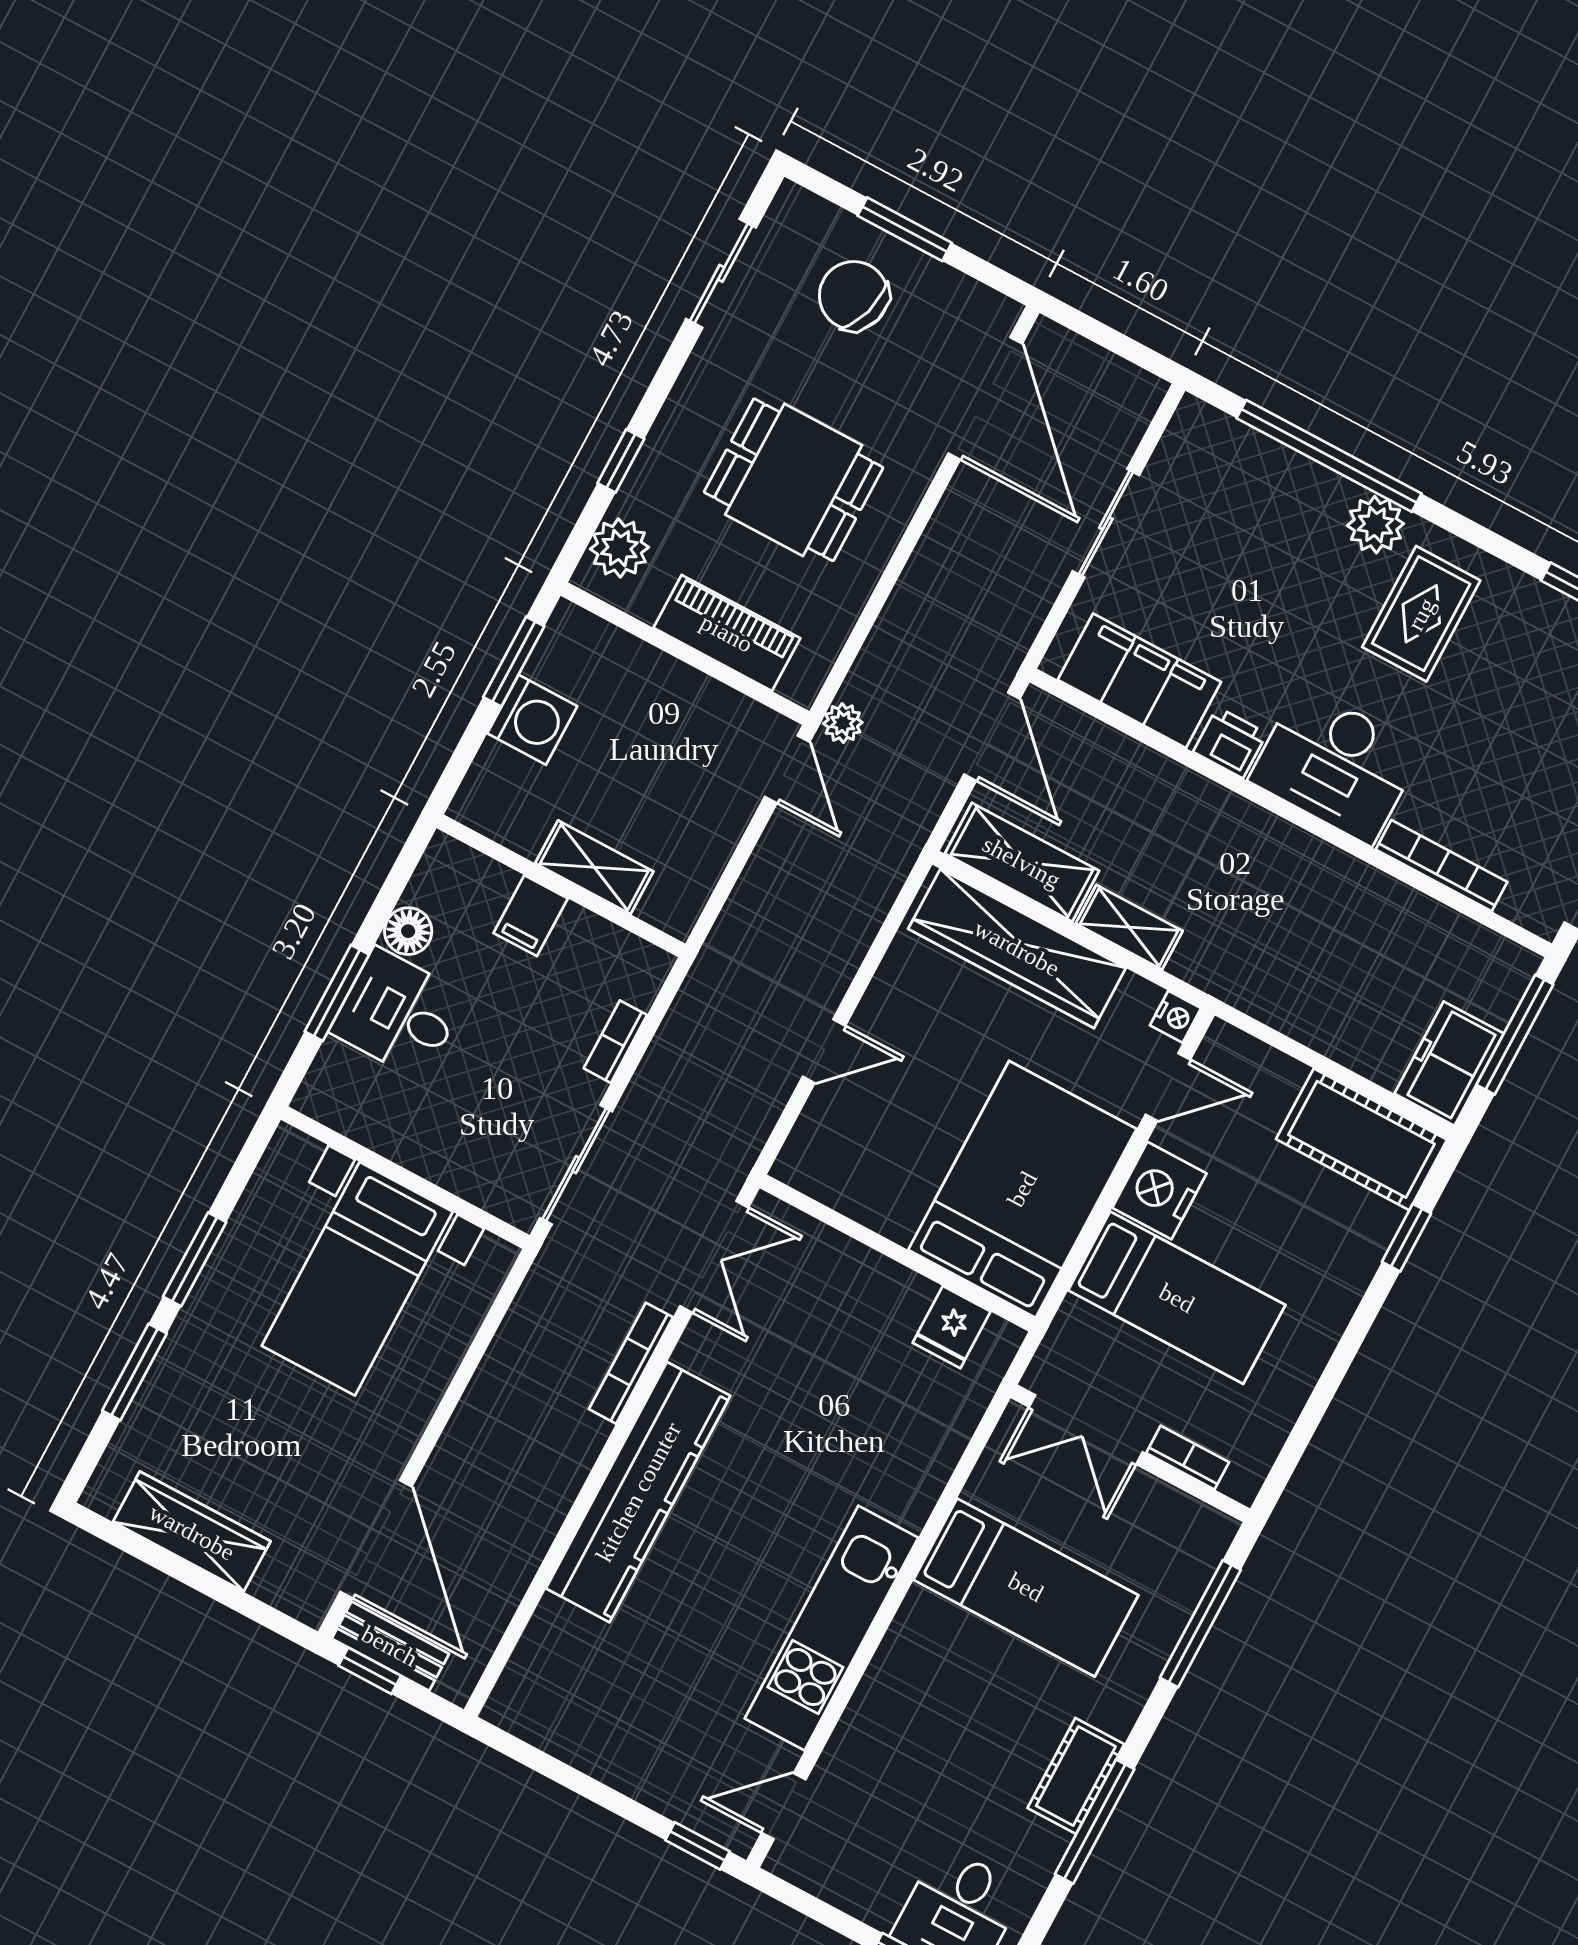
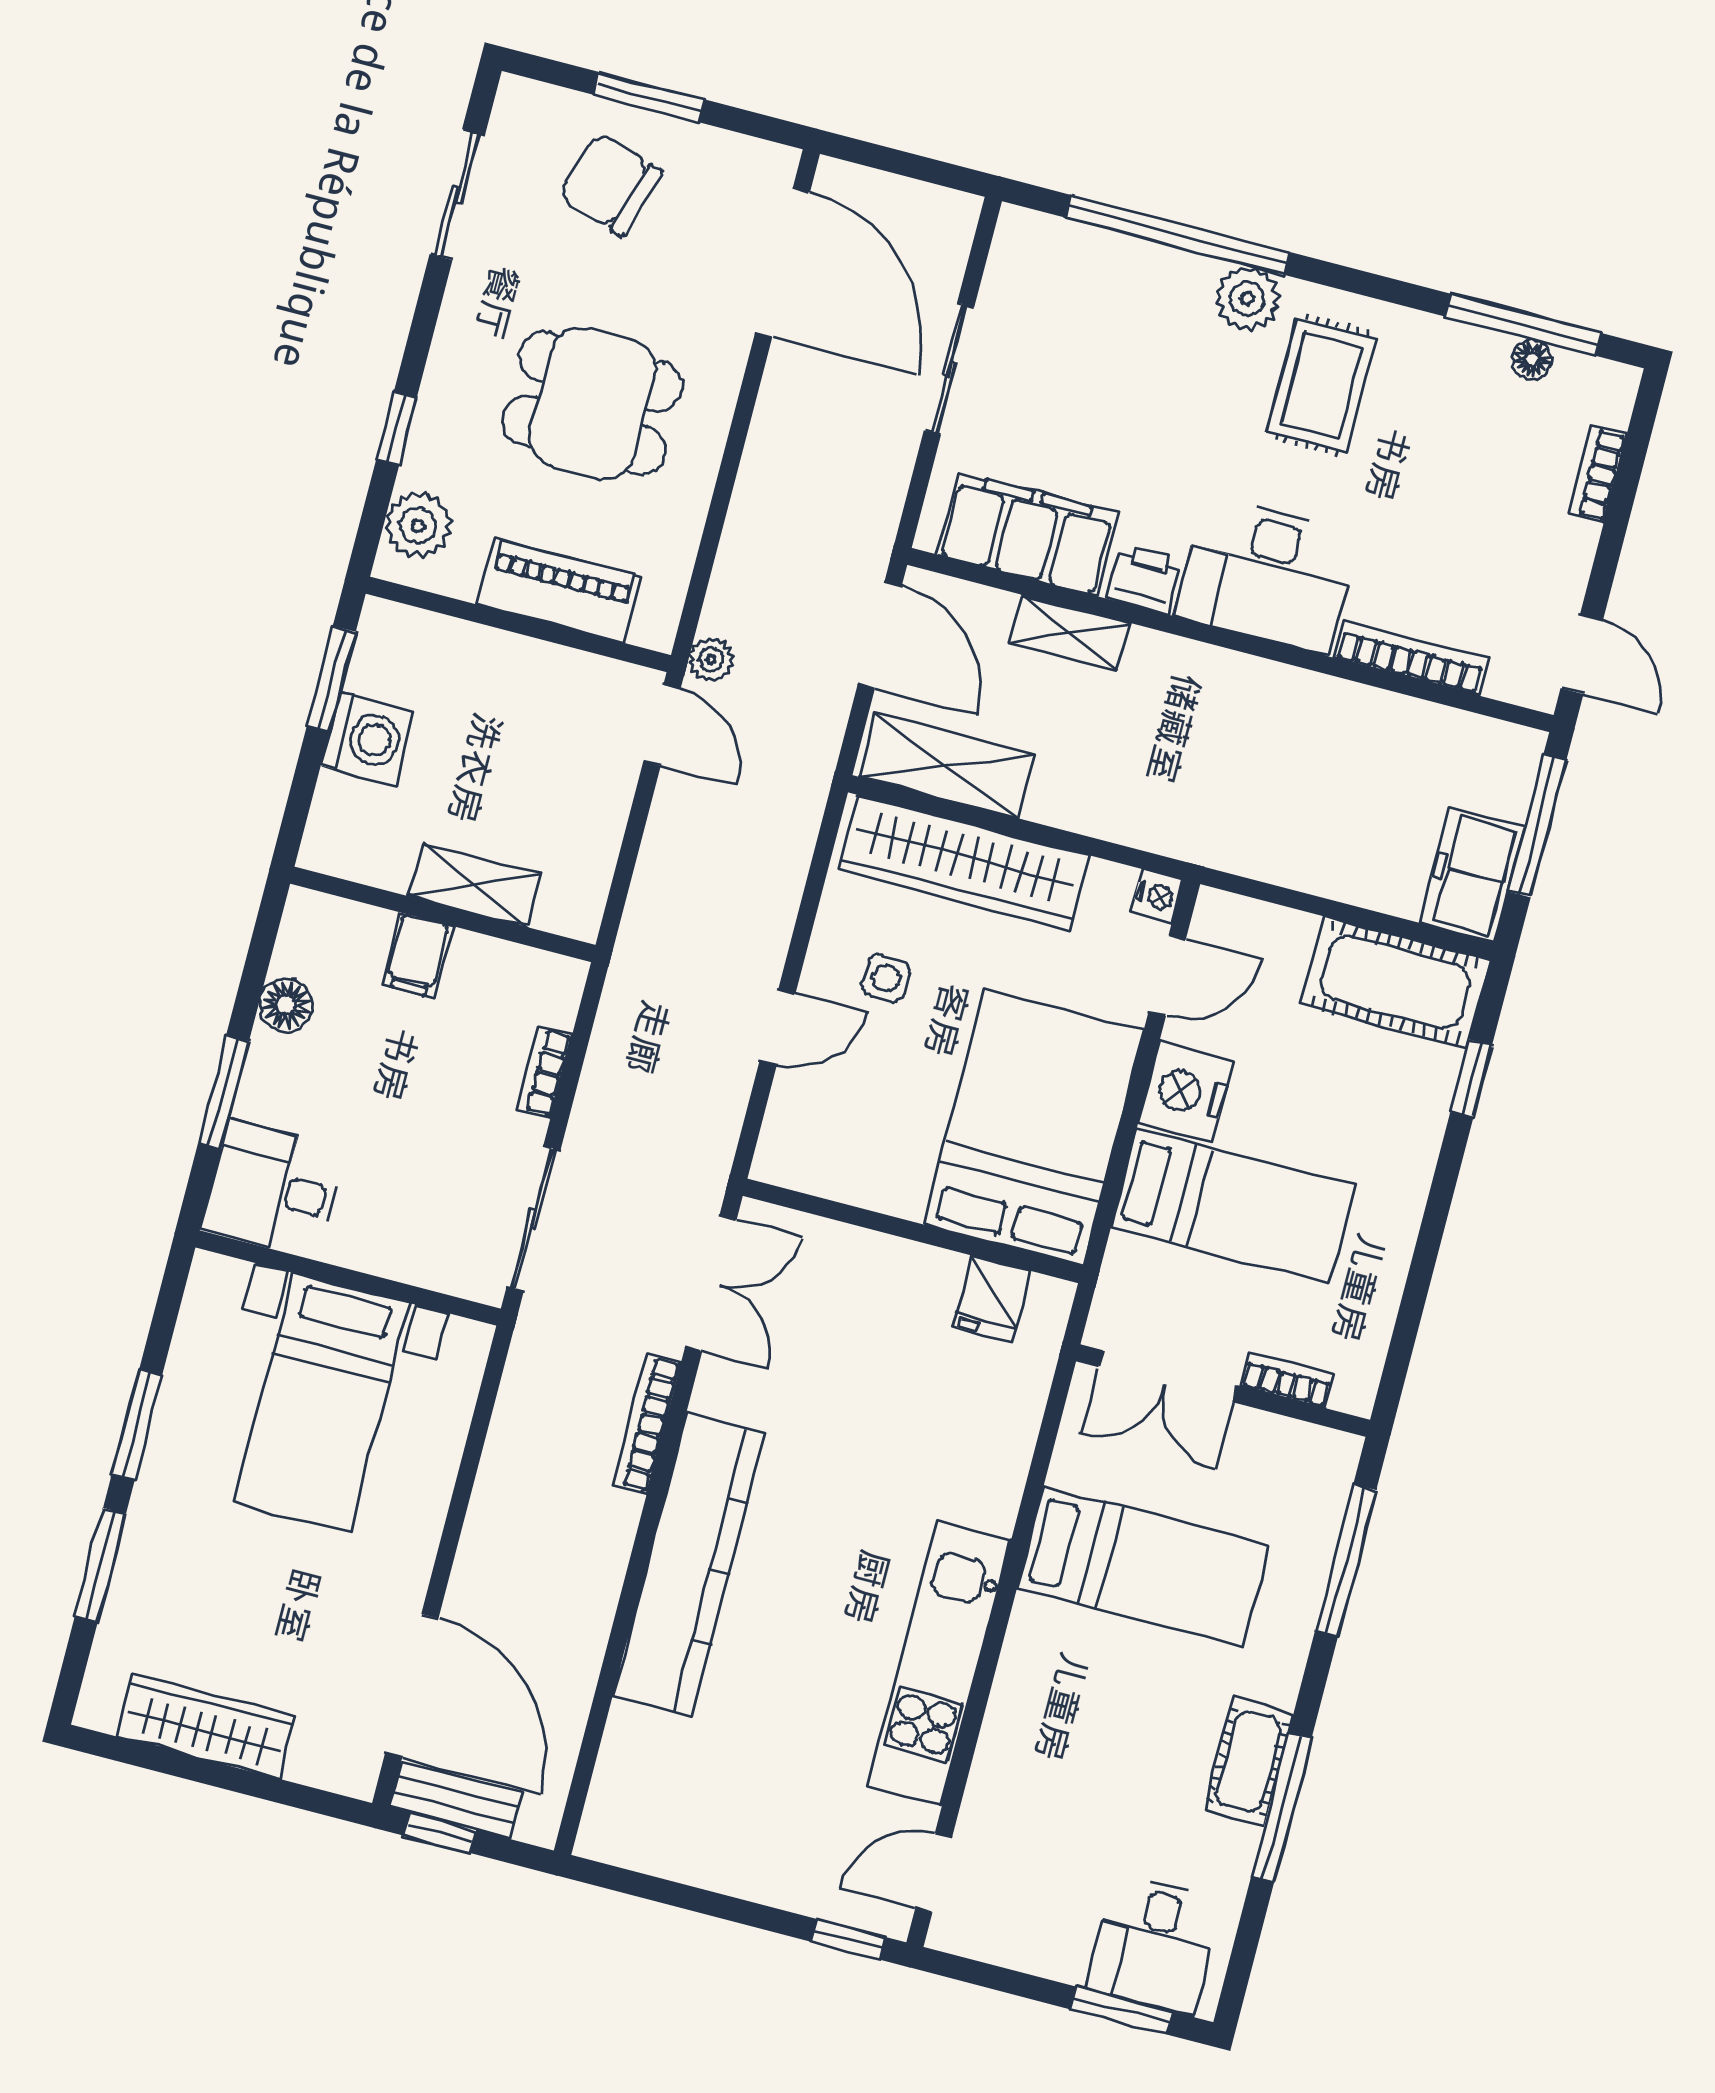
shelving: (1129, 927) -> (1069, 633), moved
desk: (398, 1014) -> (274, 1189), moved
side table: (927, 1032) -> (886, 978), added

